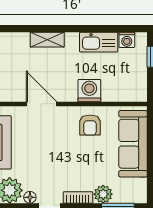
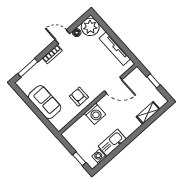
shelving: (47, 40) -> (148, 113), moved
sofa: (133, 144) -> (45, 102), width x0.73
plant: (103, 194) -> (41, 67), removed

